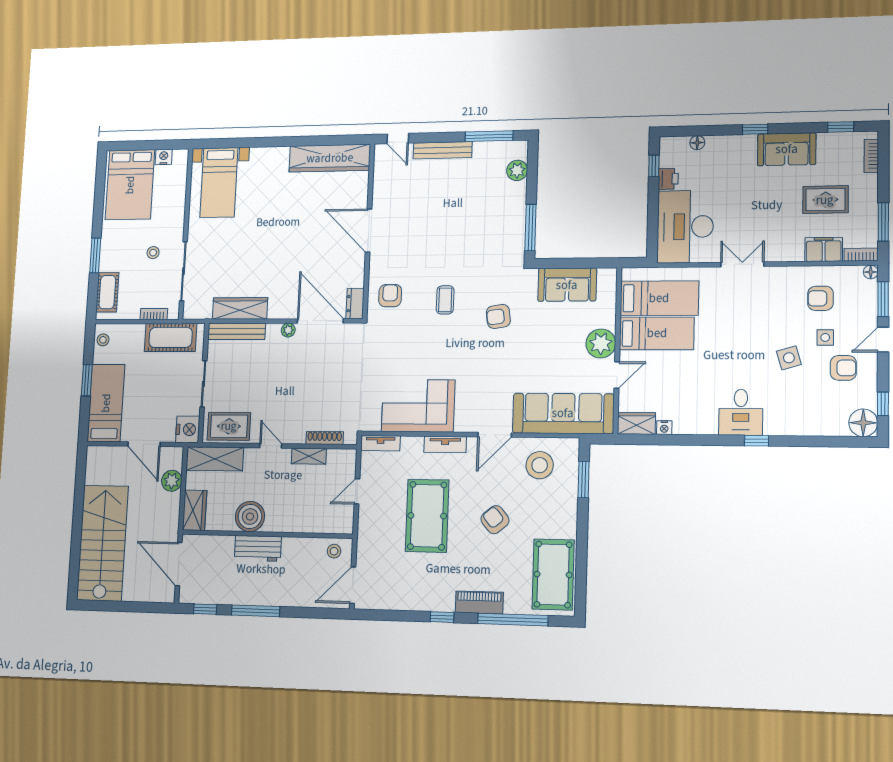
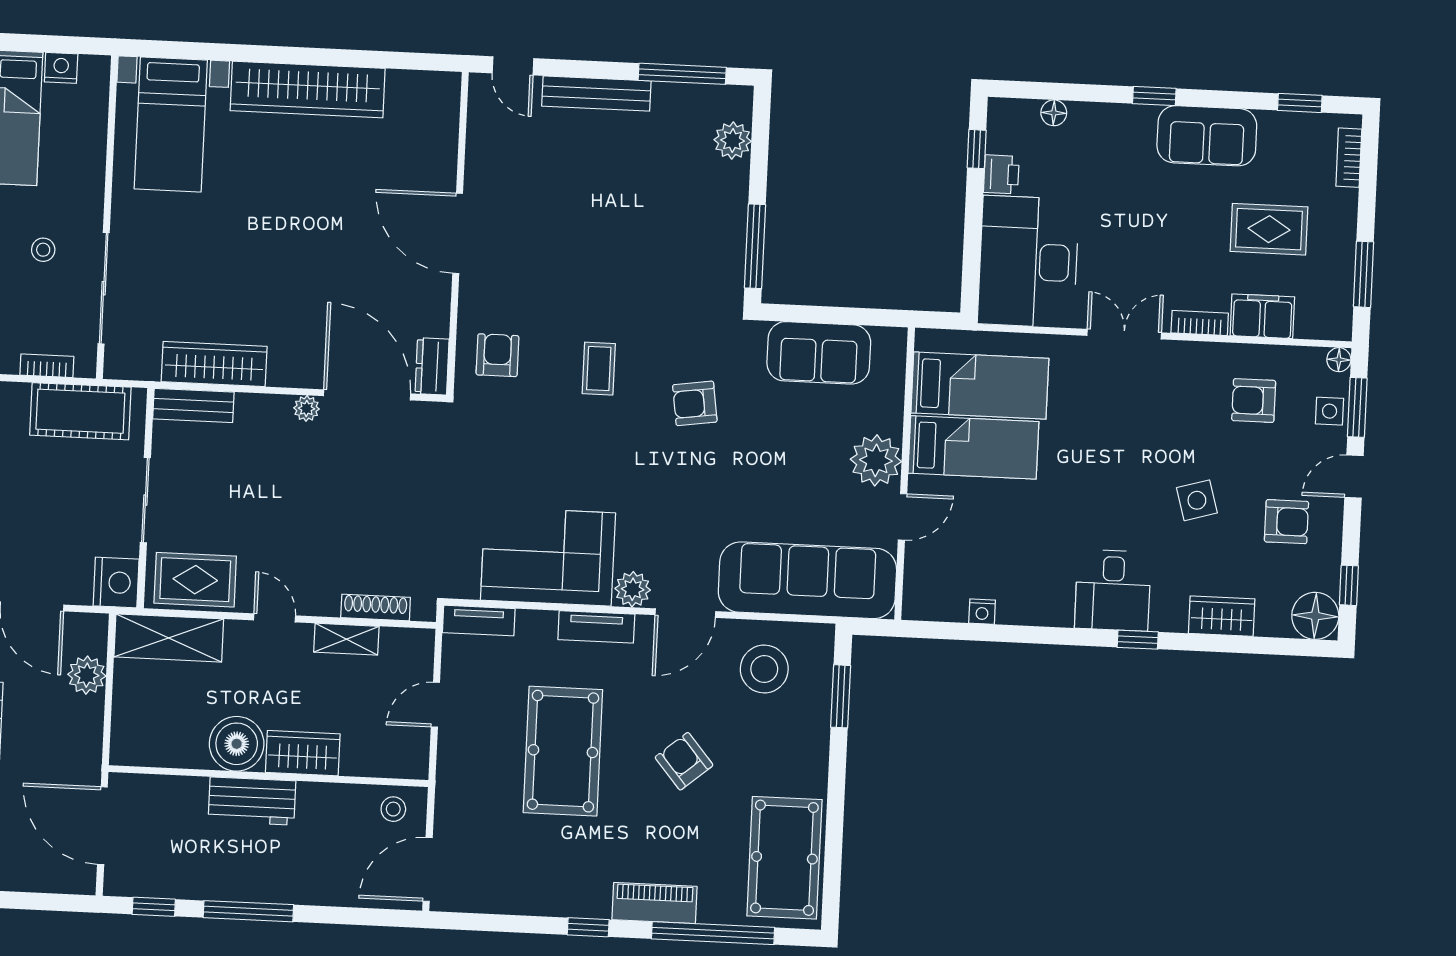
wardrobe: (330, 158) -> (308, 90), moved
bookcase: (861, 255) -> (1200, 323), moved
bench: (237, 331) -> (193, 405), width x0.73
side table: (825, 337) -> (1330, 411), moved
plant: (465, 422) -> (633, 589), added
wardrobe: (636, 423) -> (1222, 616), moved
wardrobe: (195, 510) -> (303, 753), moved, turned -90

